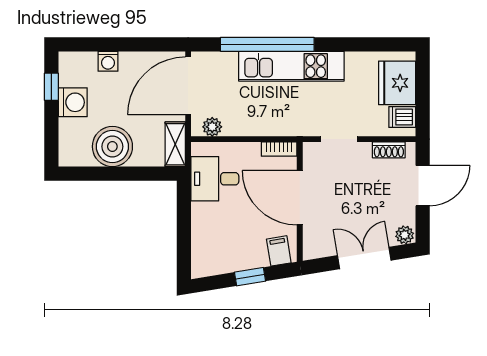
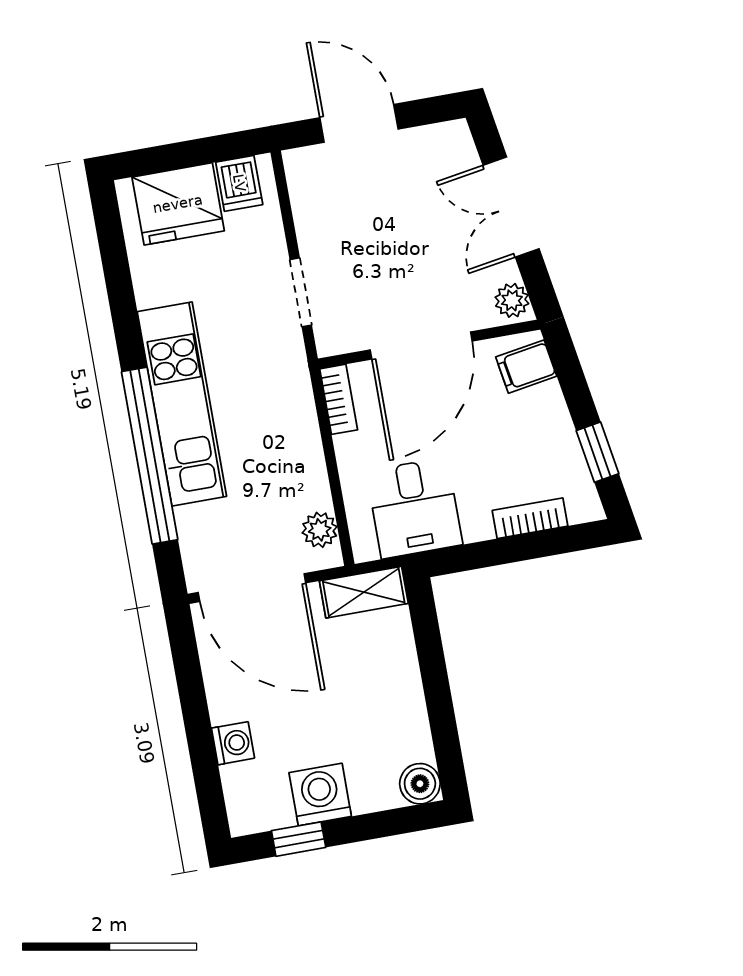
boiler: (112, 147) -> (420, 784), moved, width x0.54, depth x0.54
shoe rack: (389, 150) -> (304, 197), removed
plant: (405, 235) -> (512, 300), moved
bookcase: (199, 239) -> (530, 518), added
window: (250, 277) -> (597, 452), moved

